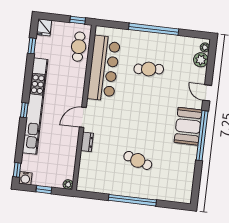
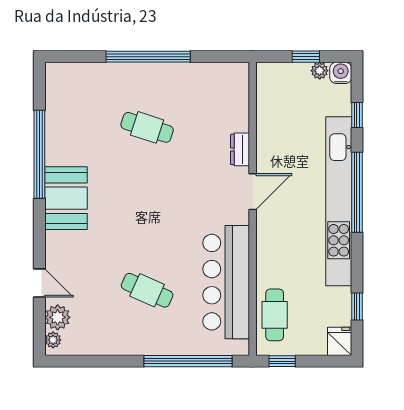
window: (154, 29) -> (188, 361), moved
cafe table: (149, 69) -> (147, 290), turned 30
door: (207, 93) -> (39, 283), moved
window: (24, 110) -> (357, 192), width x3.17
window: (202, 136) -> (39, 154), moved
window: (17, 170) -> (357, 115), moved
plant: (68, 184) -> (320, 71), moved

